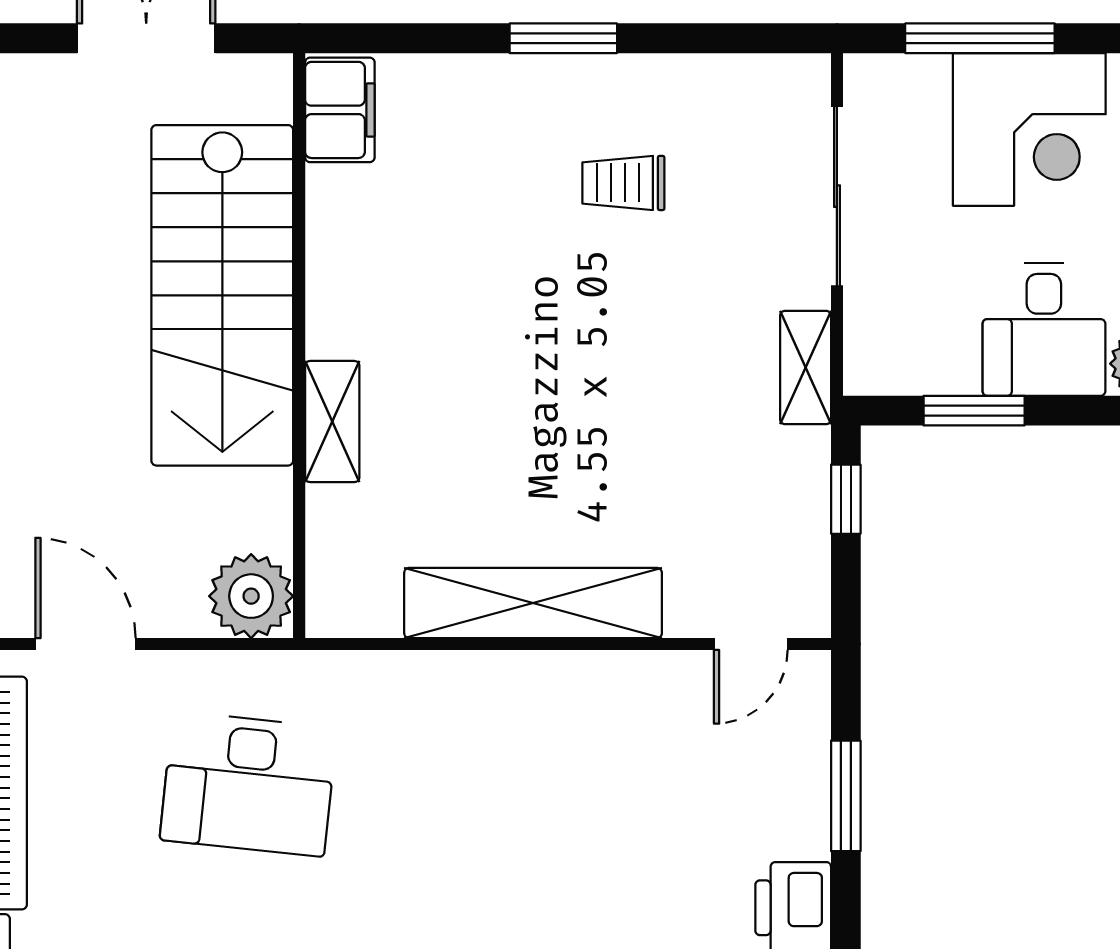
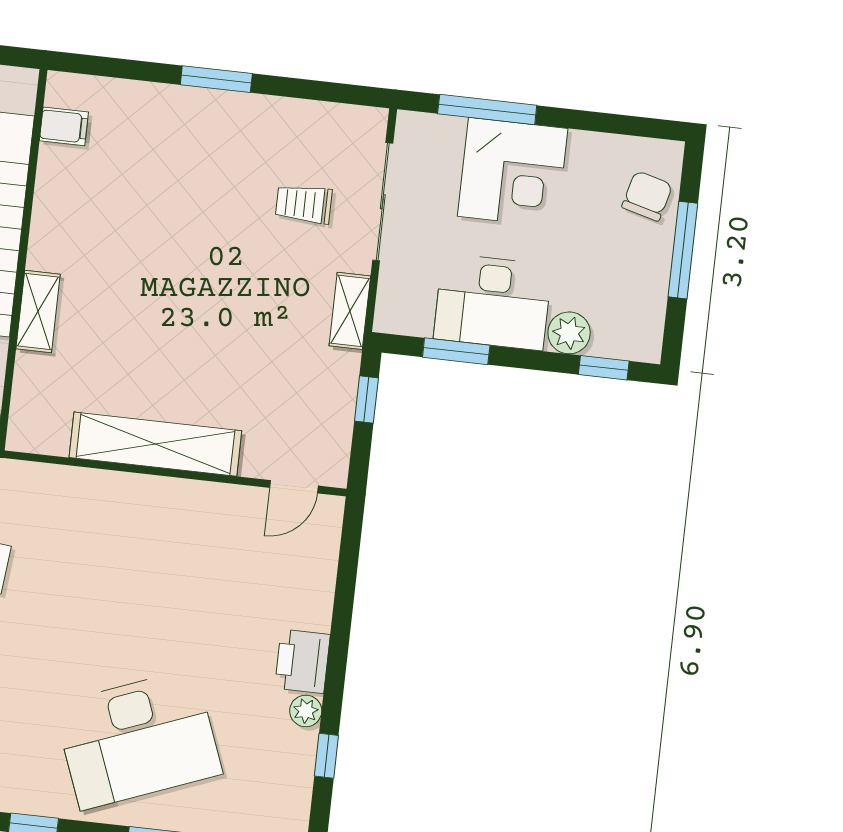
filing cabinet: (340, 110) -> (64, 126), width x0.50
trolley: (623, 183) -> (304, 204), moved
desk: (1044, 330) -> (493, 302), width x1.37
window: (846, 796) -> (345, 592), removed

